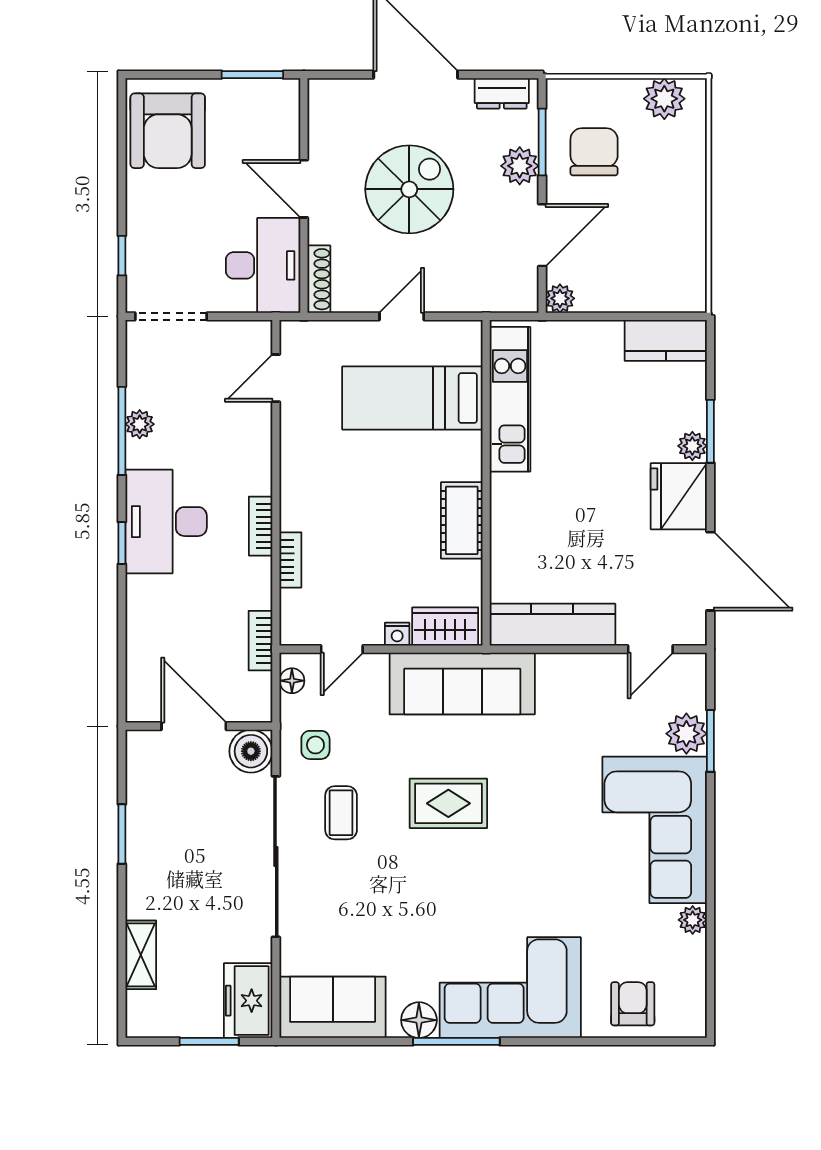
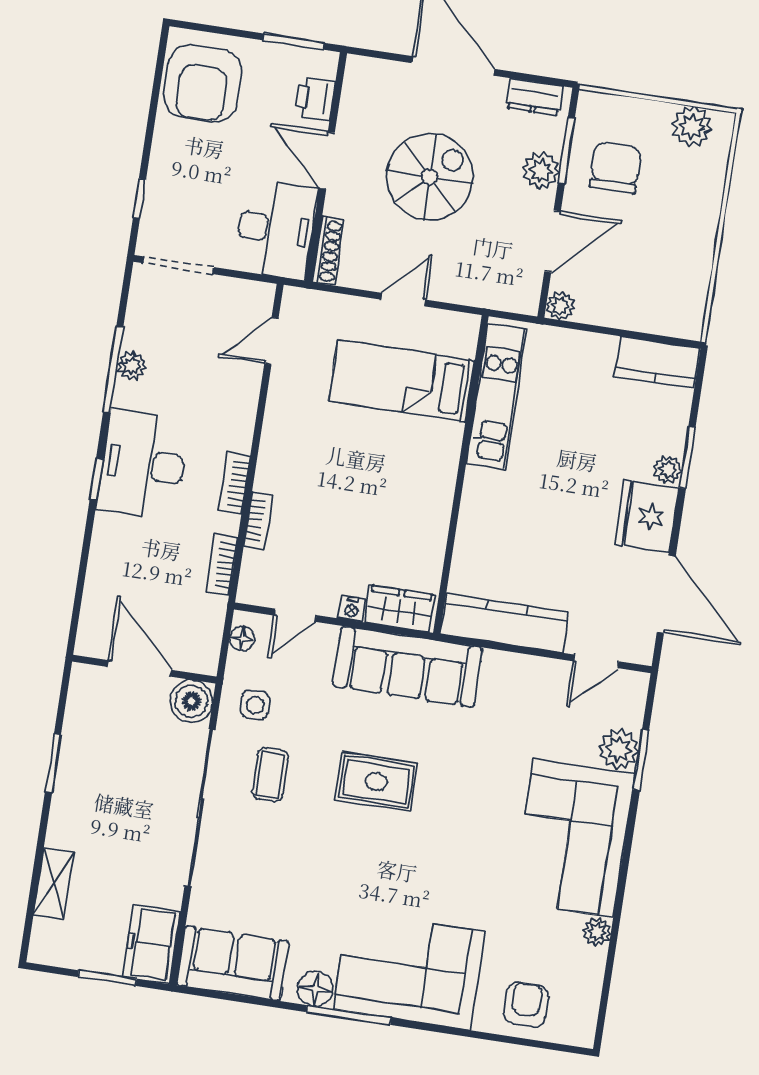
printer: (282, 128) -> (315, 98), added
cot: (462, 520) -> (431, 508), removed
bookcase: (260, 641) -> (222, 565), moved

